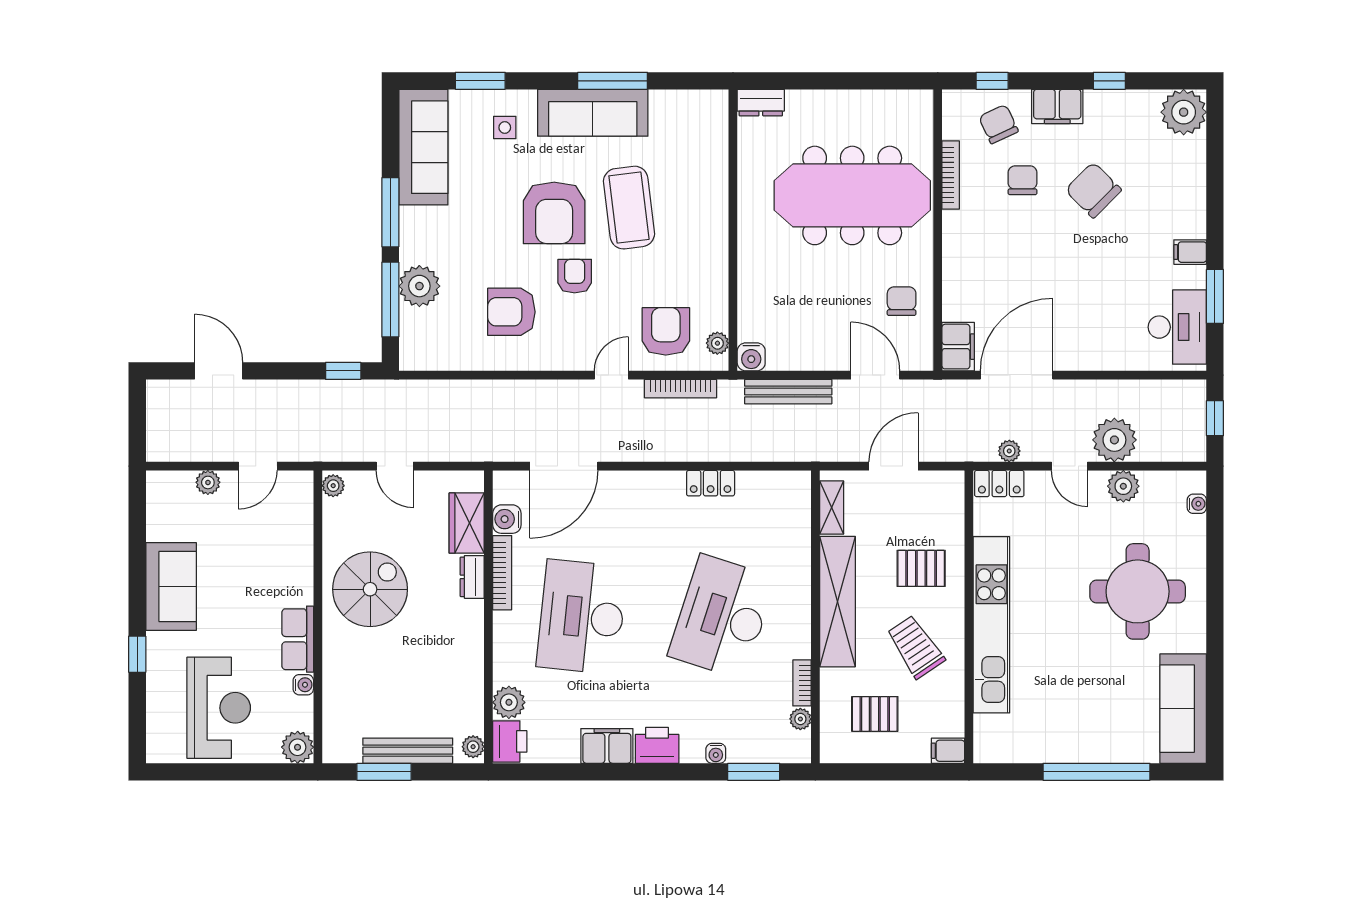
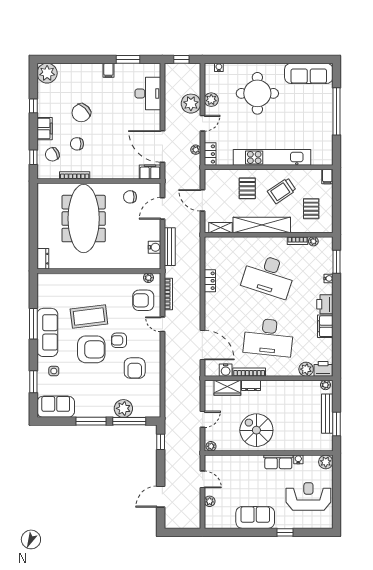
sofa: (423, 147) -> (56, 407), width x0.73
desk: (1177, 327) -> (148, 93), moved, turned 90
water cooler: (751, 357) -> (154, 247), moved

